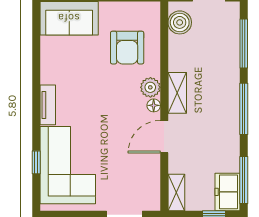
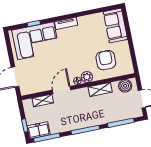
armchair: (127, 48) -> (106, 60), turned 90
shelving: (177, 93) -> (100, 89), moved
door: (164, 137) -> (62, 90), hinge flipped
shelving: (176, 192) -> (43, 101), moved

